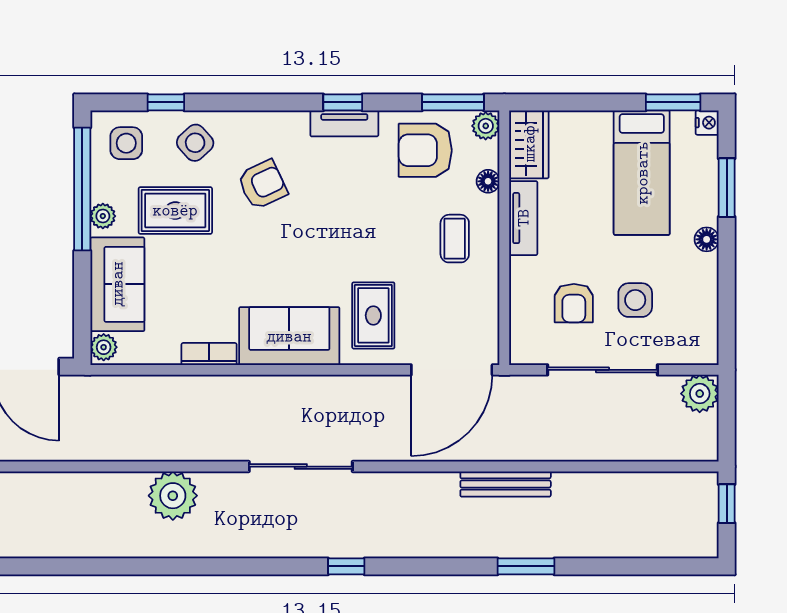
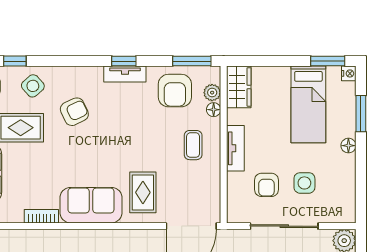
plant: (486, 126) -> (212, 93), moved
armchair: (425, 150) -> (175, 91), turned -90
tv unit: (523, 218) -> (235, 148), moved

